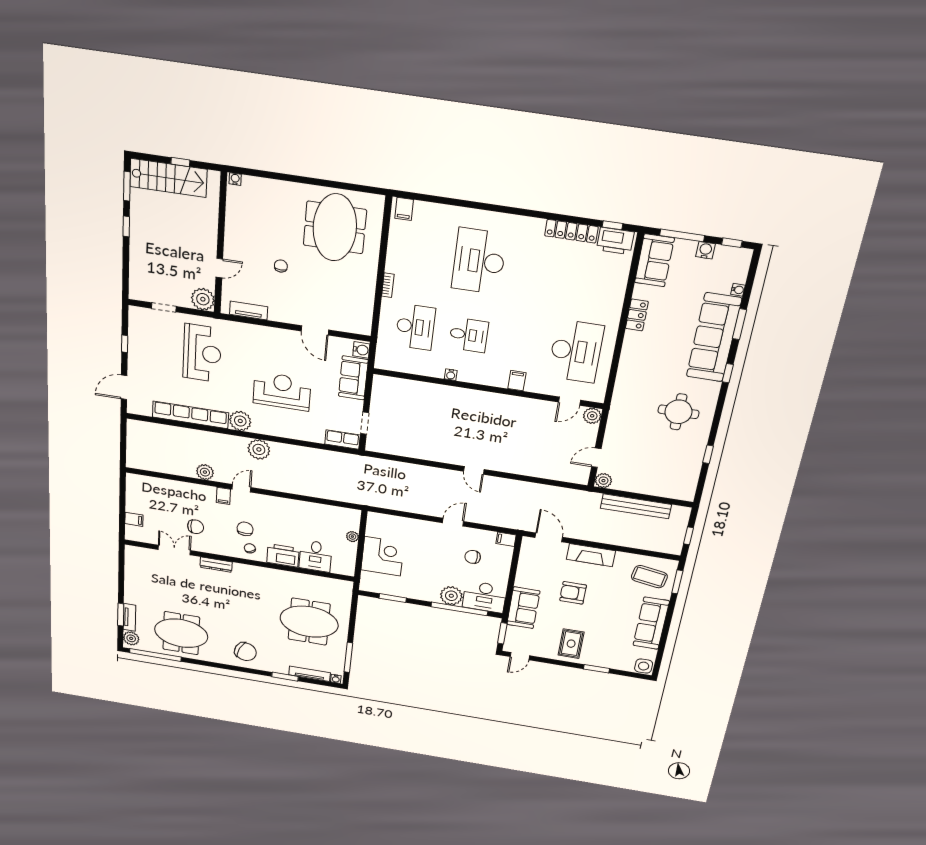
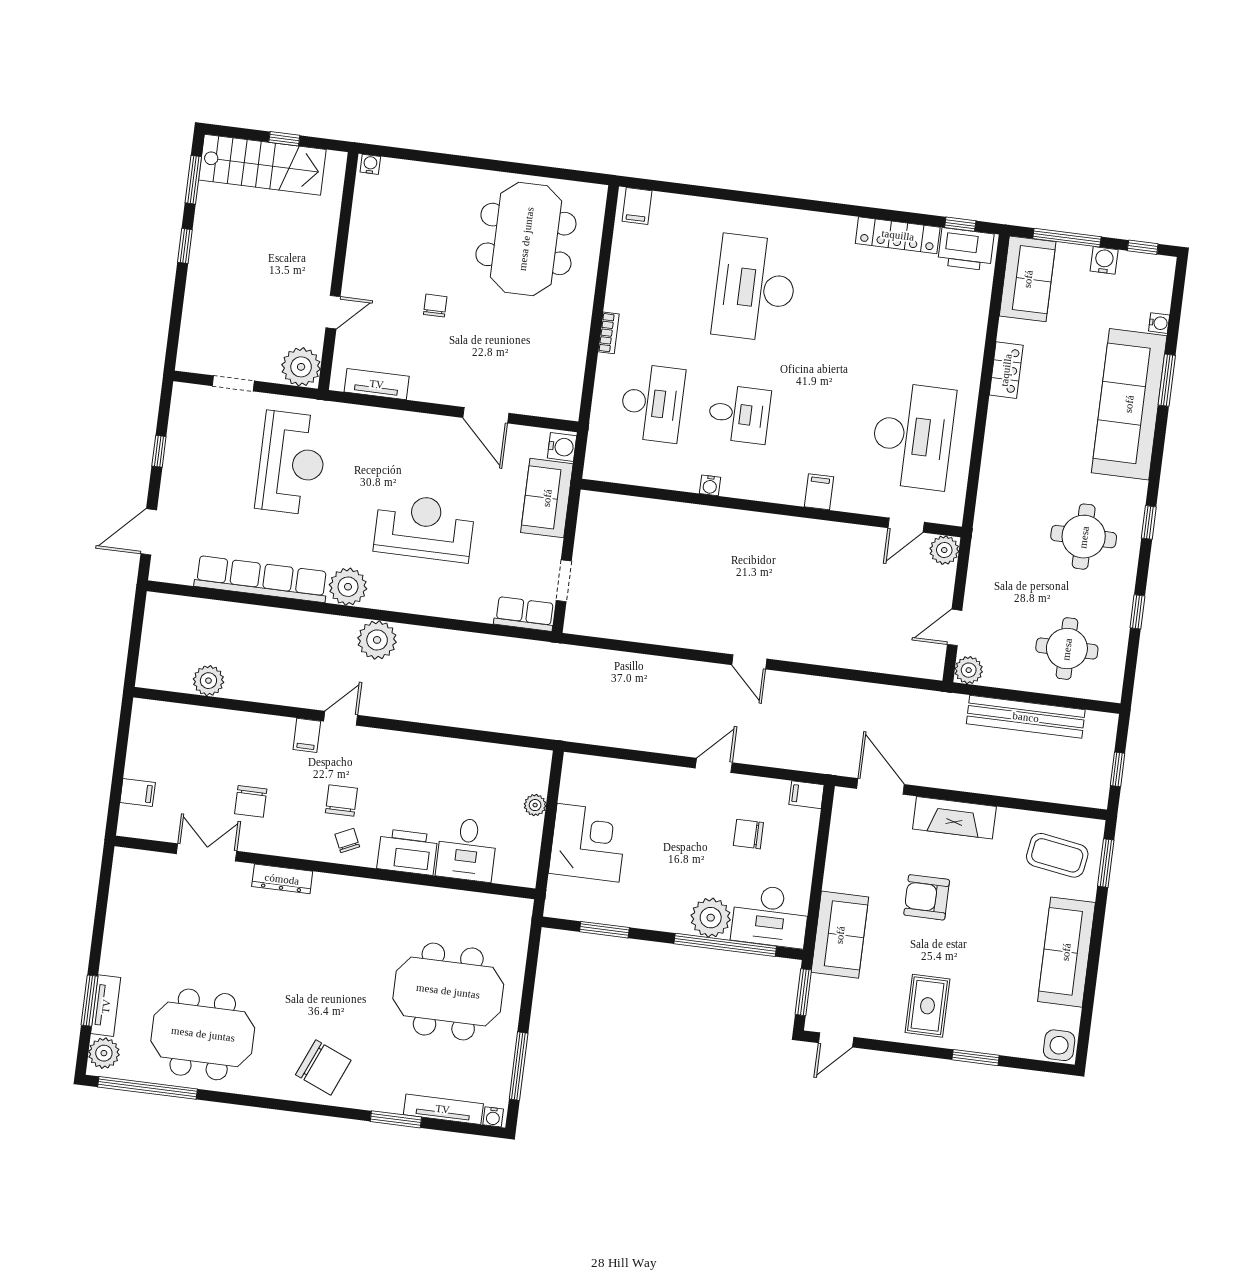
window: (728, 373) -> (1149, 522), moved
plant: (205, 472) -> (208, 681), moved
round table: (663, 472) -> (1067, 649), added
chair: (196, 527) -> (251, 801), turned 90

